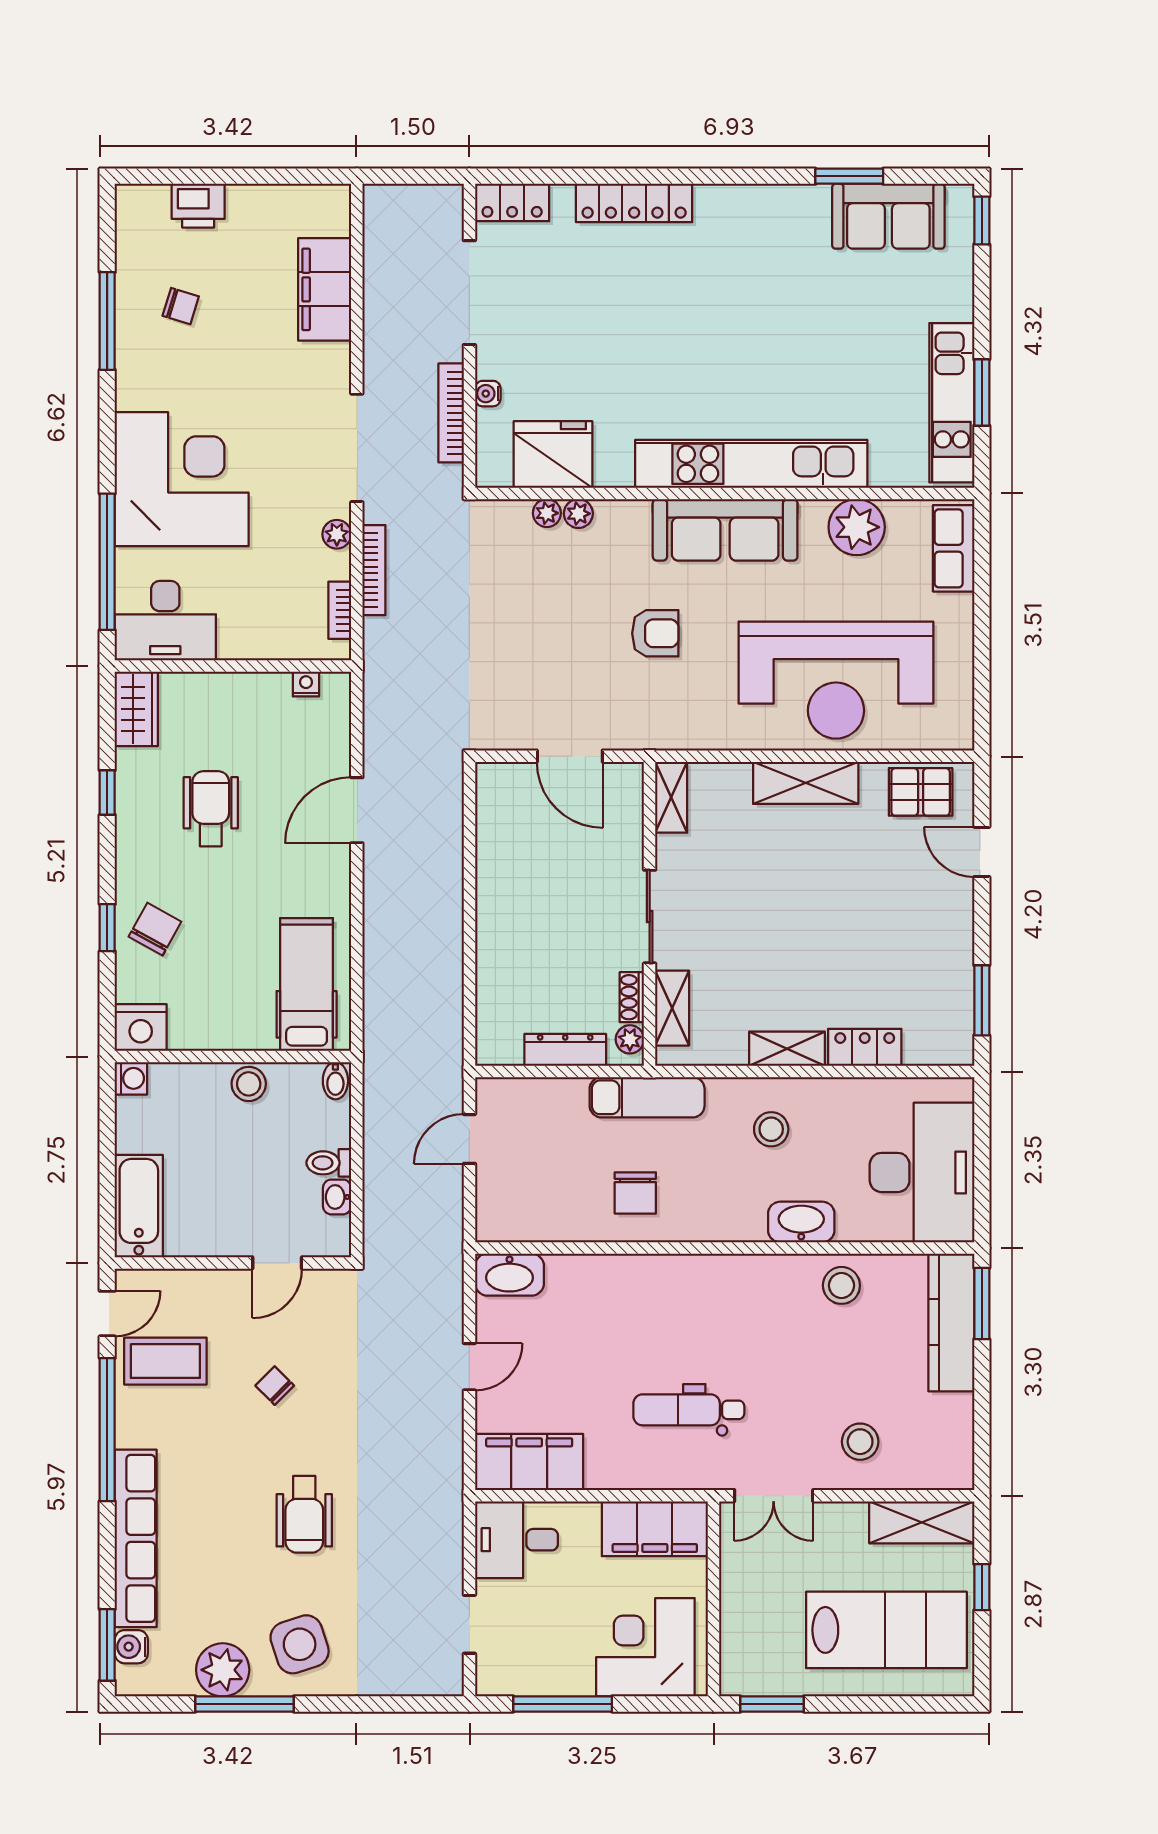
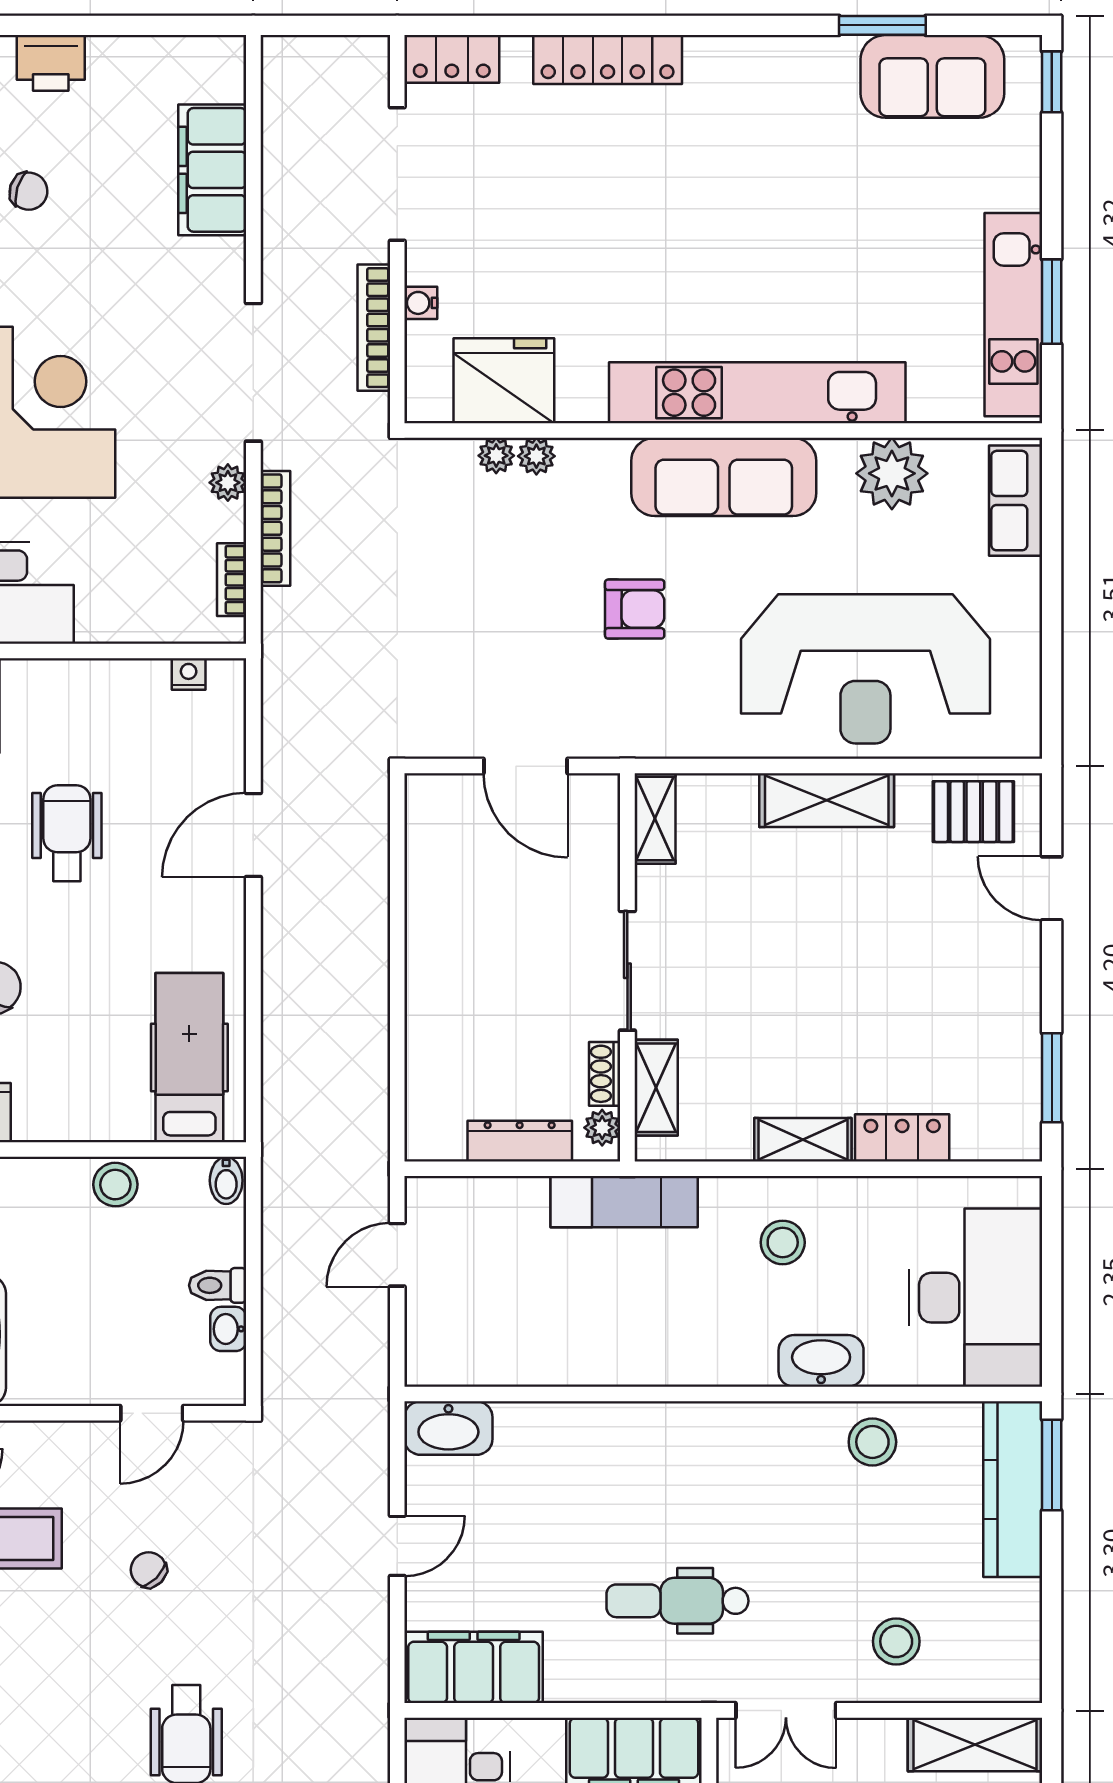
chair: (635, 1193) -> (609, 1324), removed

